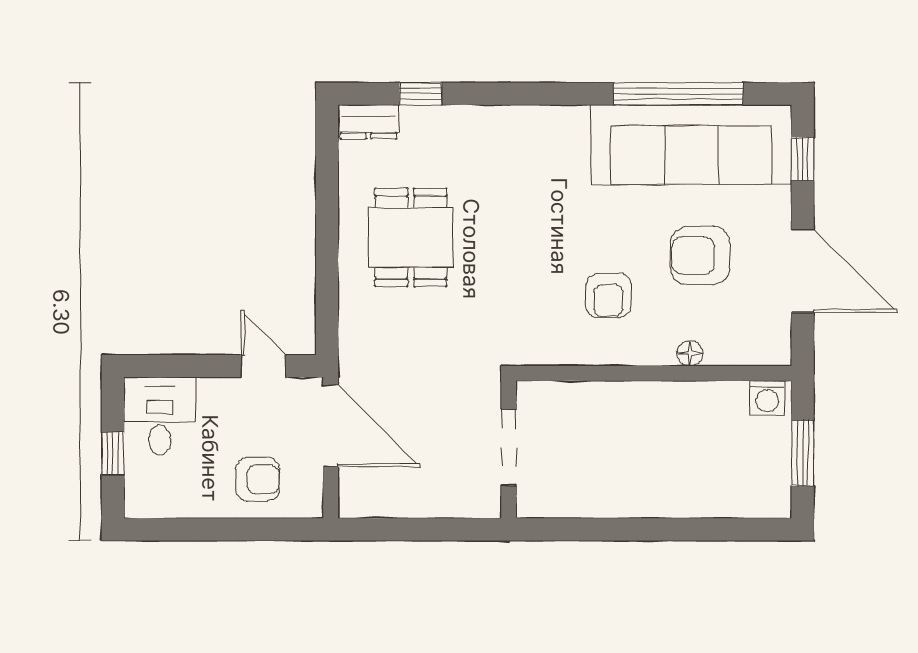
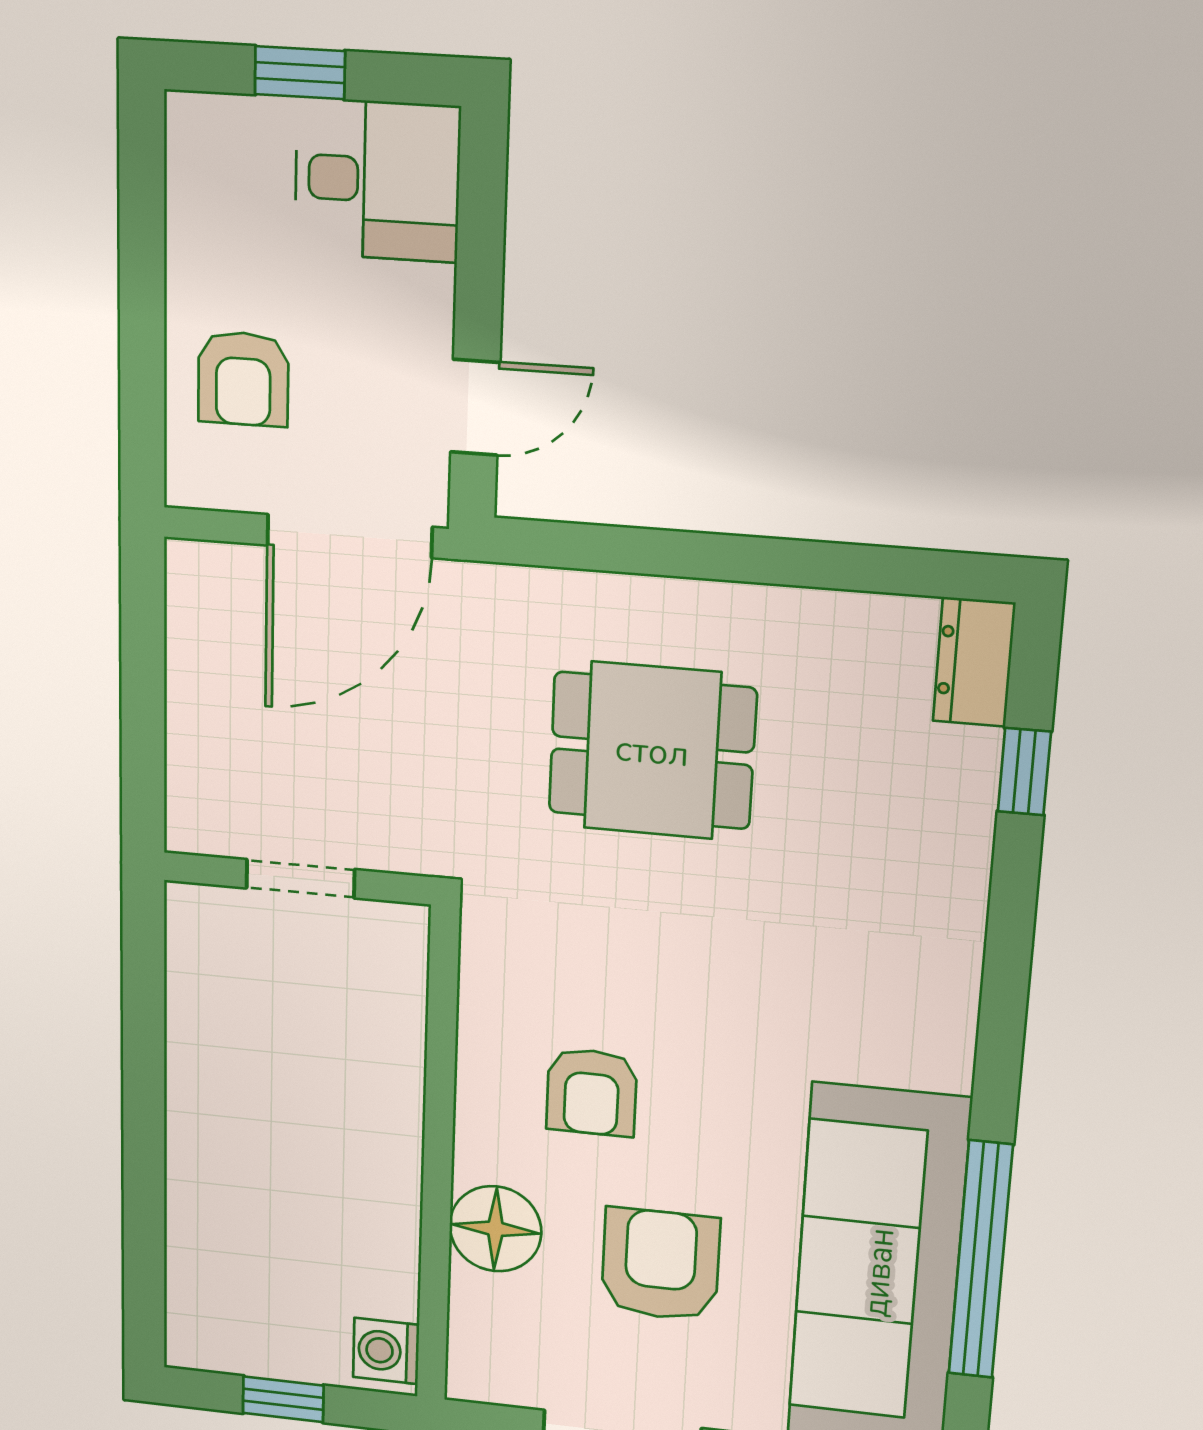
dining table: (411, 237) -> (652, 751), moved
armchair: (608, 295) -> (592, 1092), turned -90
floor lamp: (690, 353) -> (495, 1229), width x1.89, depth x1.89
doorway: (509, 448) -> (300, 879), width x0.73
window: (803, 453) -> (283, 1399), width x0.67

